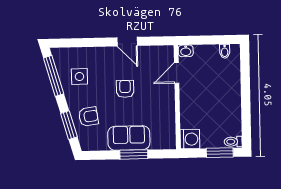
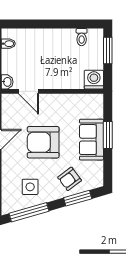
armchair: (125, 89) -> (43, 142), width x1.88, depth x1.88
armchair: (88, 116) -> (70, 179), turned -119
toilet: (233, 142) -> (82, 37), moved

